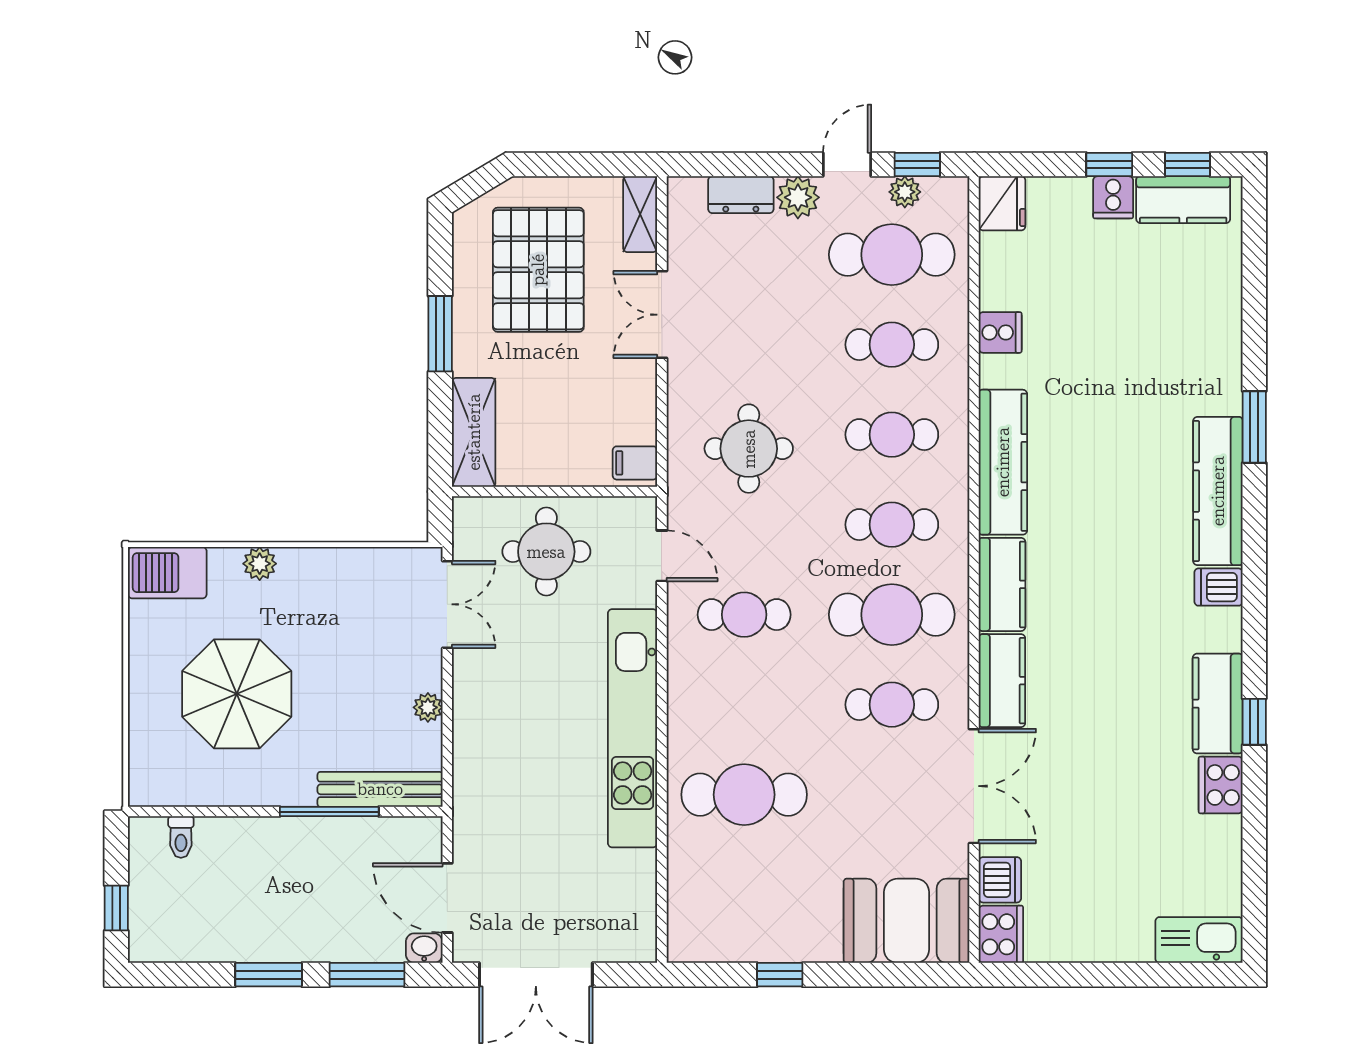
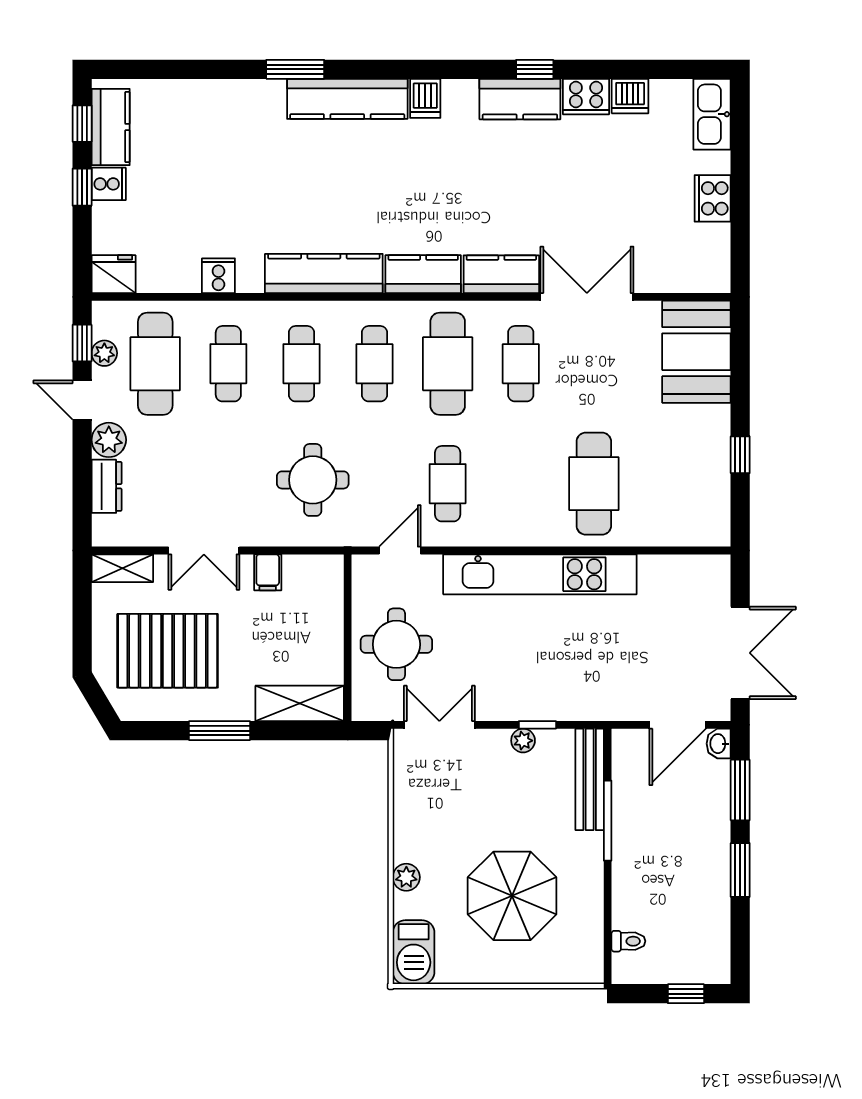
filing cabinet: (635, 463) -> (268, 572), moved
window: (447, 725) -> (537, 725), added
dishwasher: (1000, 880) -> (630, 96), moved, turned 180
cooker: (1001, 934) -> (713, 198), moved, turned -90

